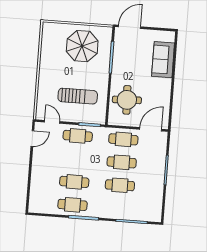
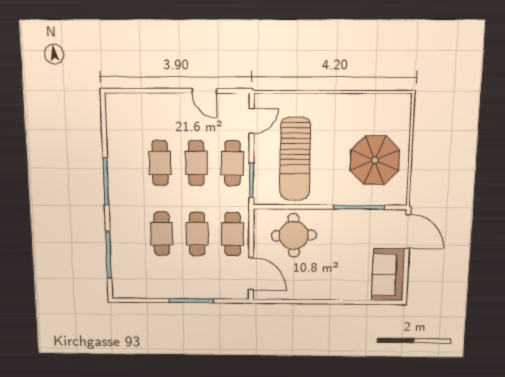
sofa: (163, 60) -> (388, 275), moved, turned -90
sun lounger: (78, 96) -> (295, 159), width x1.36, depth x1.34
door: (32, 139) -> (204, 91), moved
cafe table: (73, 205) -> (196, 163), moved

